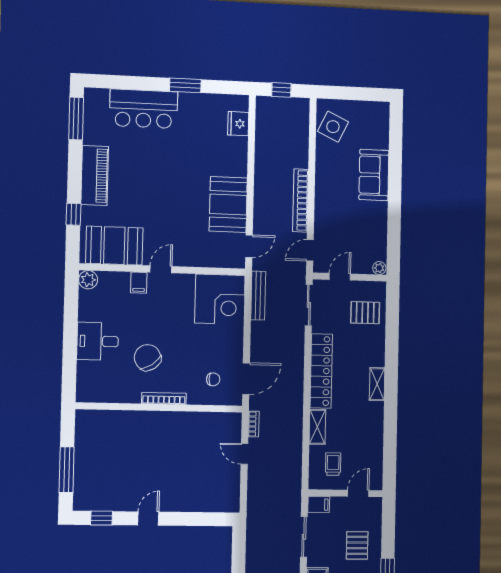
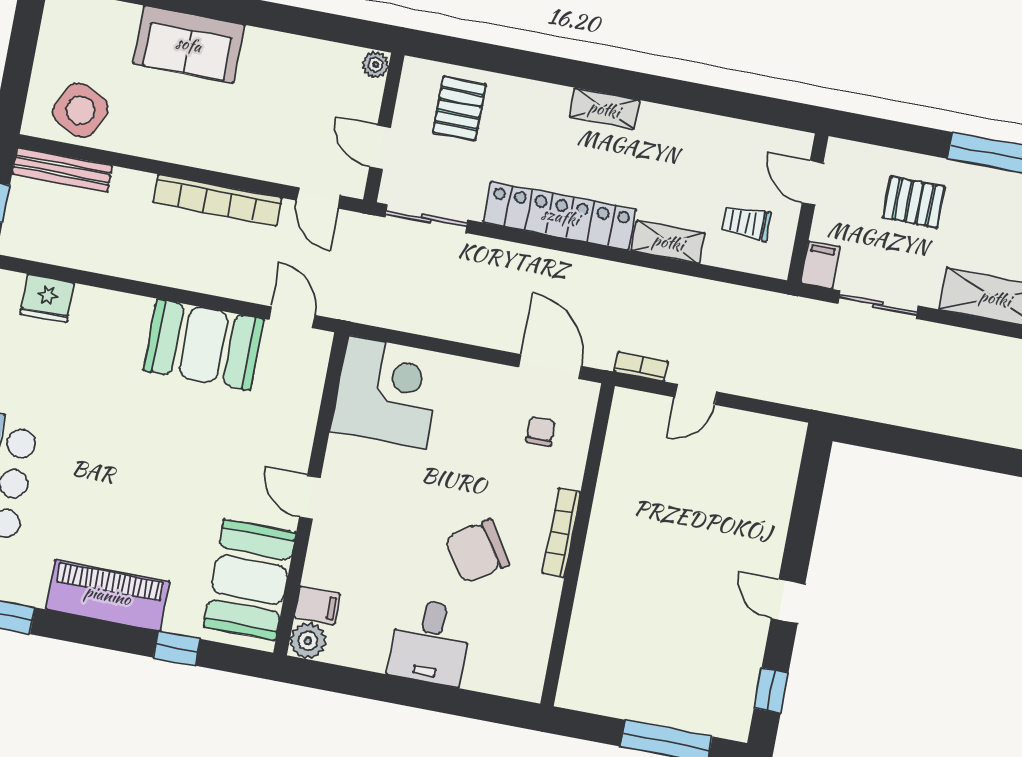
filing cabinet: (139, 283) -> (317, 606), moved
bench: (258, 296) -> (62, 170), moved

